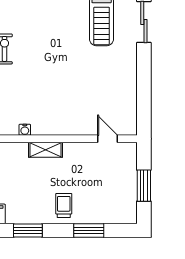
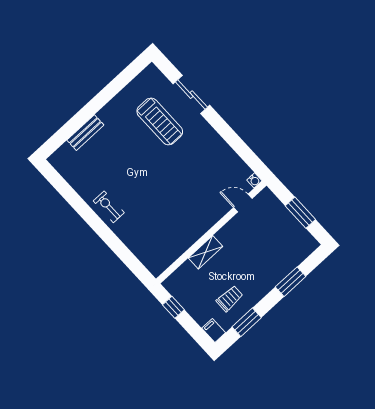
water cooler: (25, 130) -> (254, 180), moved
trolley: (64, 205) -> (230, 298), moved, turned 90

